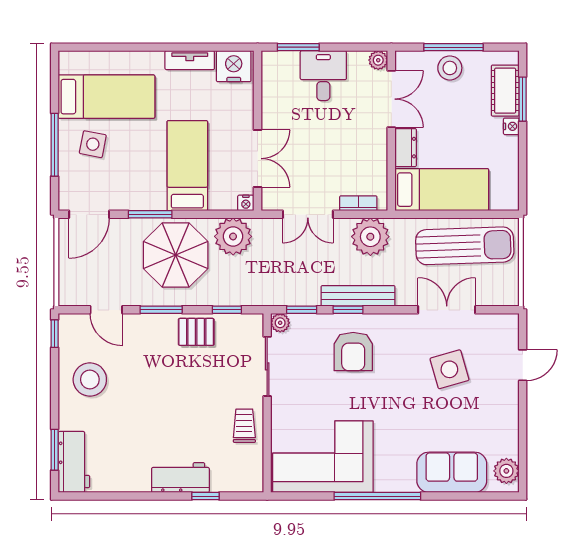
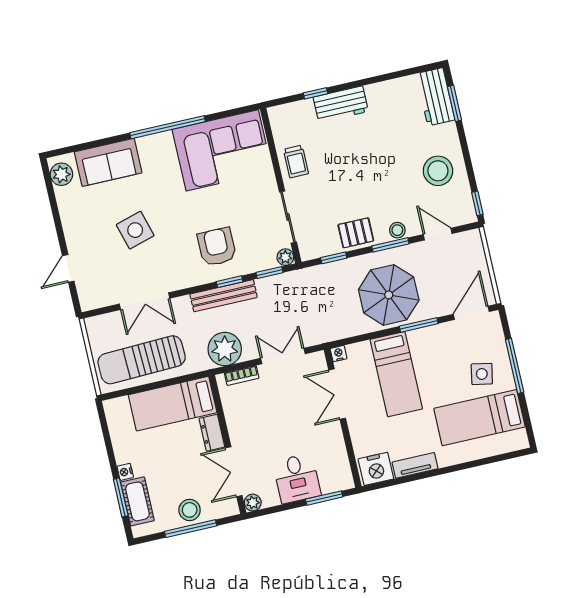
plant: (233, 236) -> (343, 322), removed
stool: (150, 324) -> (397, 230), added
side table: (449, 369) -> (135, 230), moved

